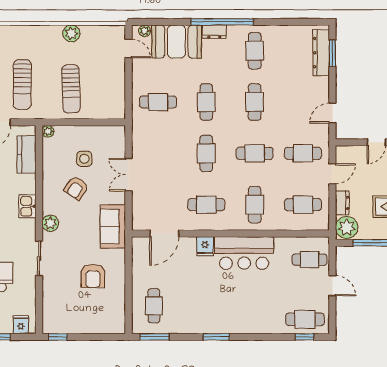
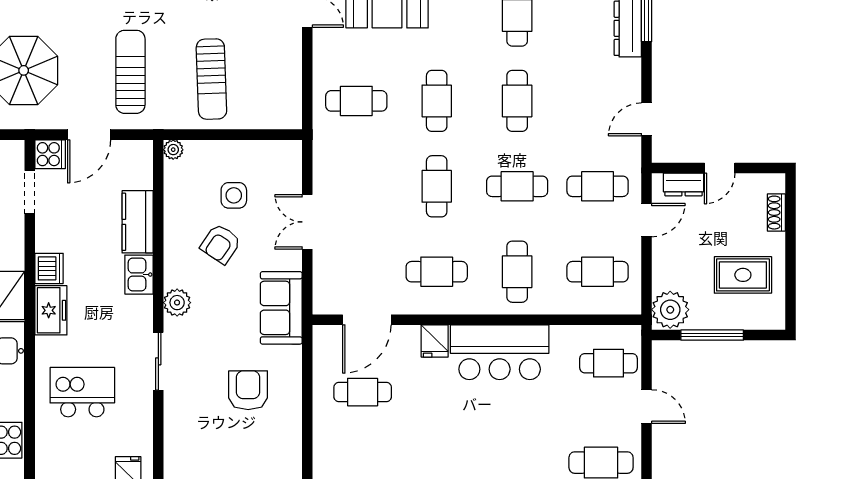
sun lounger: (22, 85) -> (130, 72), turned 180
kitchen counter: (27, 154) -> (138, 222), moved
dresser: (342, 203) -> (683, 185), moved, turned 90
armchair: (93, 276) -> (248, 390), turned 180
cafe table: (154, 306) -> (363, 392), moved, turned 90

